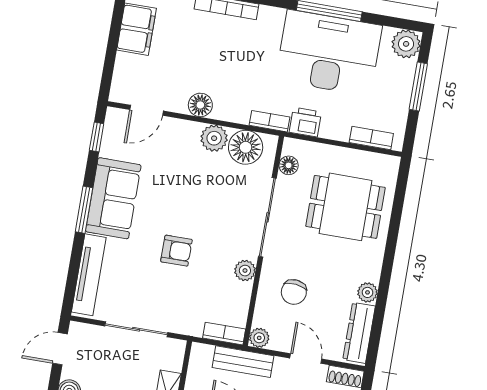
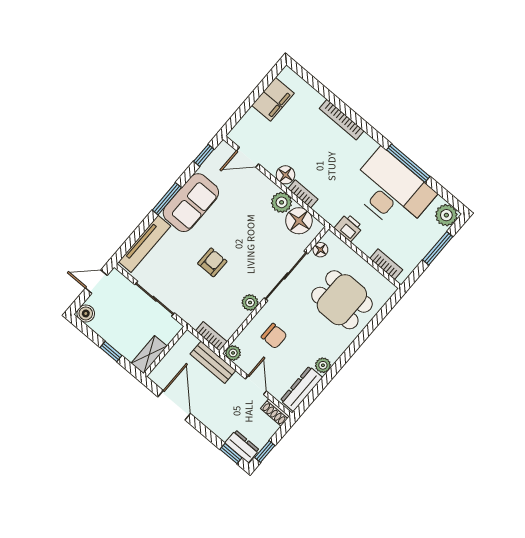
bookcase: (270, 121) -> (303, 194), moved
armchair: (176, 251) -> (212, 262), turned -90
chair: (294, 292) -> (274, 336), turned -96

